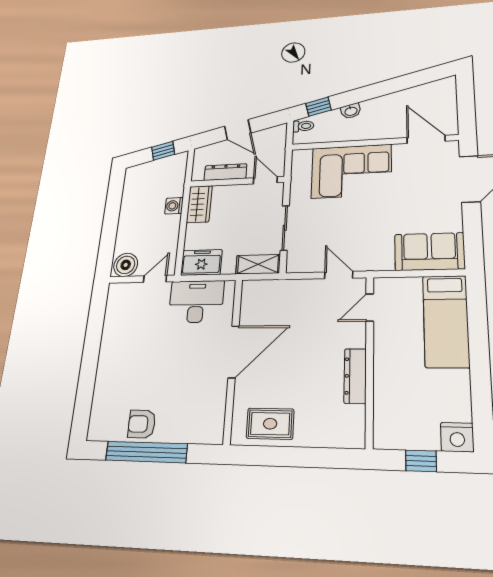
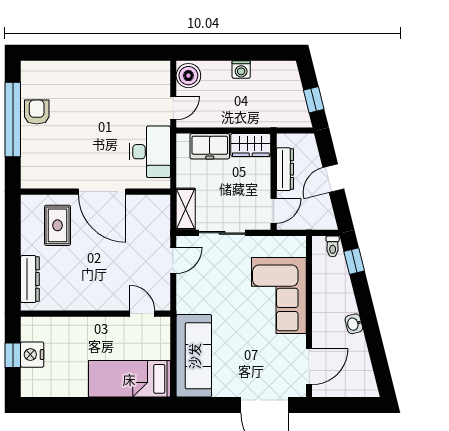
washbasin: (351, 111) -> (354, 324), moved
washing machine: (174, 206) -> (241, 70), moved, turned 180
sofa: (429, 252) -> (194, 356), width x1.36
freezer: (201, 262) -> (210, 146), moved, turned 90
door: (339, 275) -> (173, 260), moved
door: (155, 279) -> (173, 108), hinge flipped
dresser: (355, 376) -> (30, 279), moved, turned 90
rug: (270, 424) -> (57, 225), moved
nightstand: (457, 437) -> (32, 355), moved

